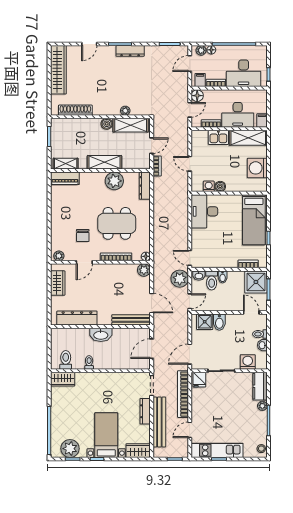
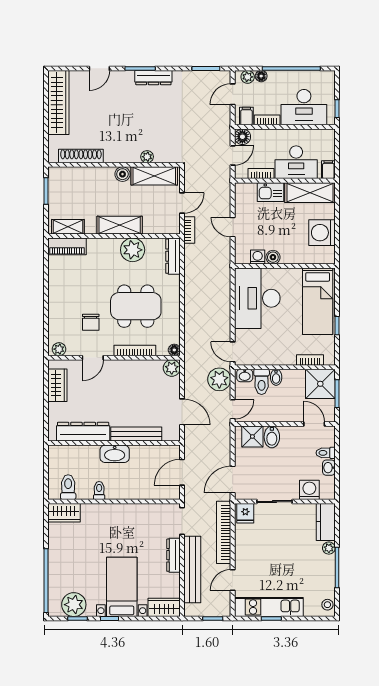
desk: (204, 211) -> (257, 298), width x1.36, depth x1.30
bench: (131, 320) -> (136, 434), moved

